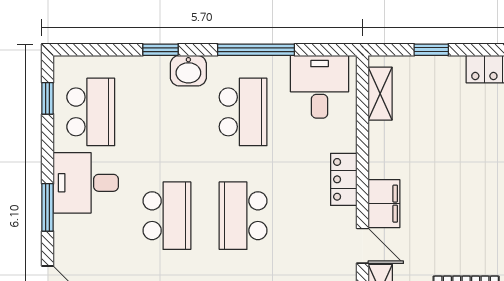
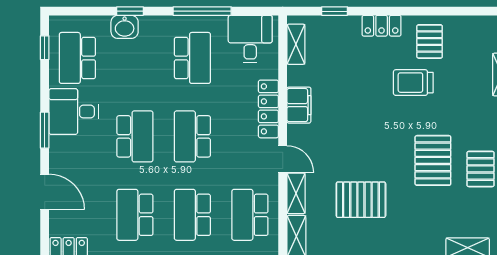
washbasin: (188, 71) -> (125, 27), moved
school desk: (91, 112) -> (77, 58), turned 180
locker: (344, 179) -> (268, 109), width x1.53
filing cabinet: (384, 204) -> (299, 105), moved

